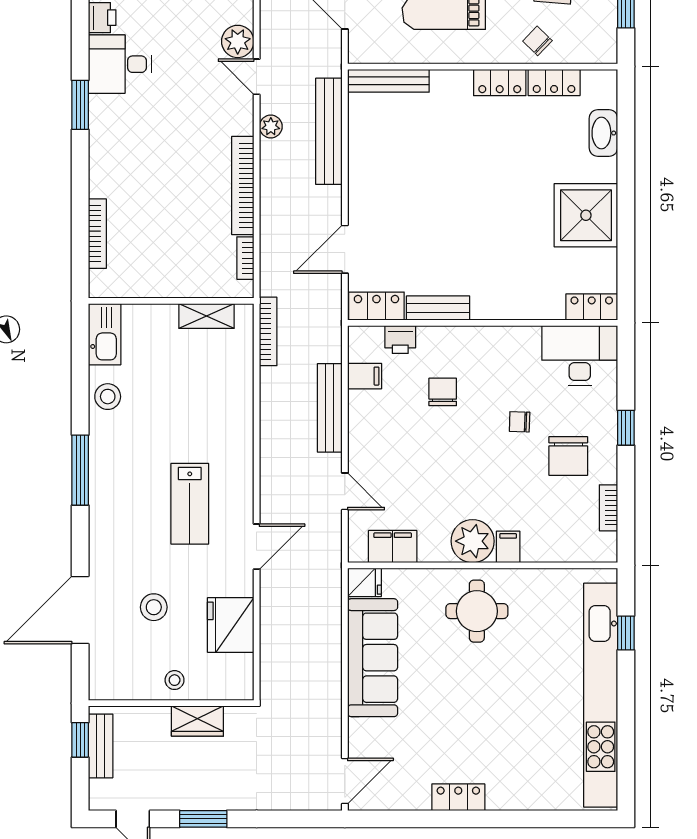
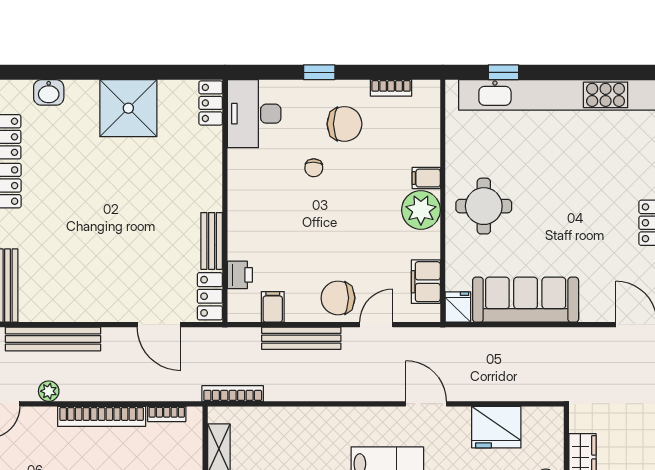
washbasin: (603, 133) -> (49, 92), width x0.72
chair: (443, 392) -> (338, 298), moved, width x1.37, depth x1.37

